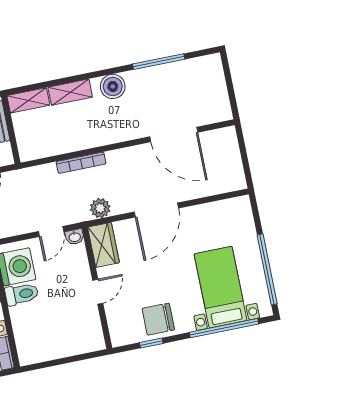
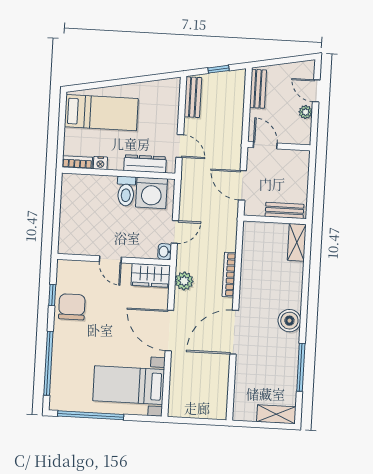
shelving: (70, 92) -> (276, 414), moved, turned 90
door: (174, 135) -> (234, 332), moved
door: (51, 231) -> (175, 232), swing flipped
bed with nightstands: (221, 287) -> (129, 385), moved, turned 180

